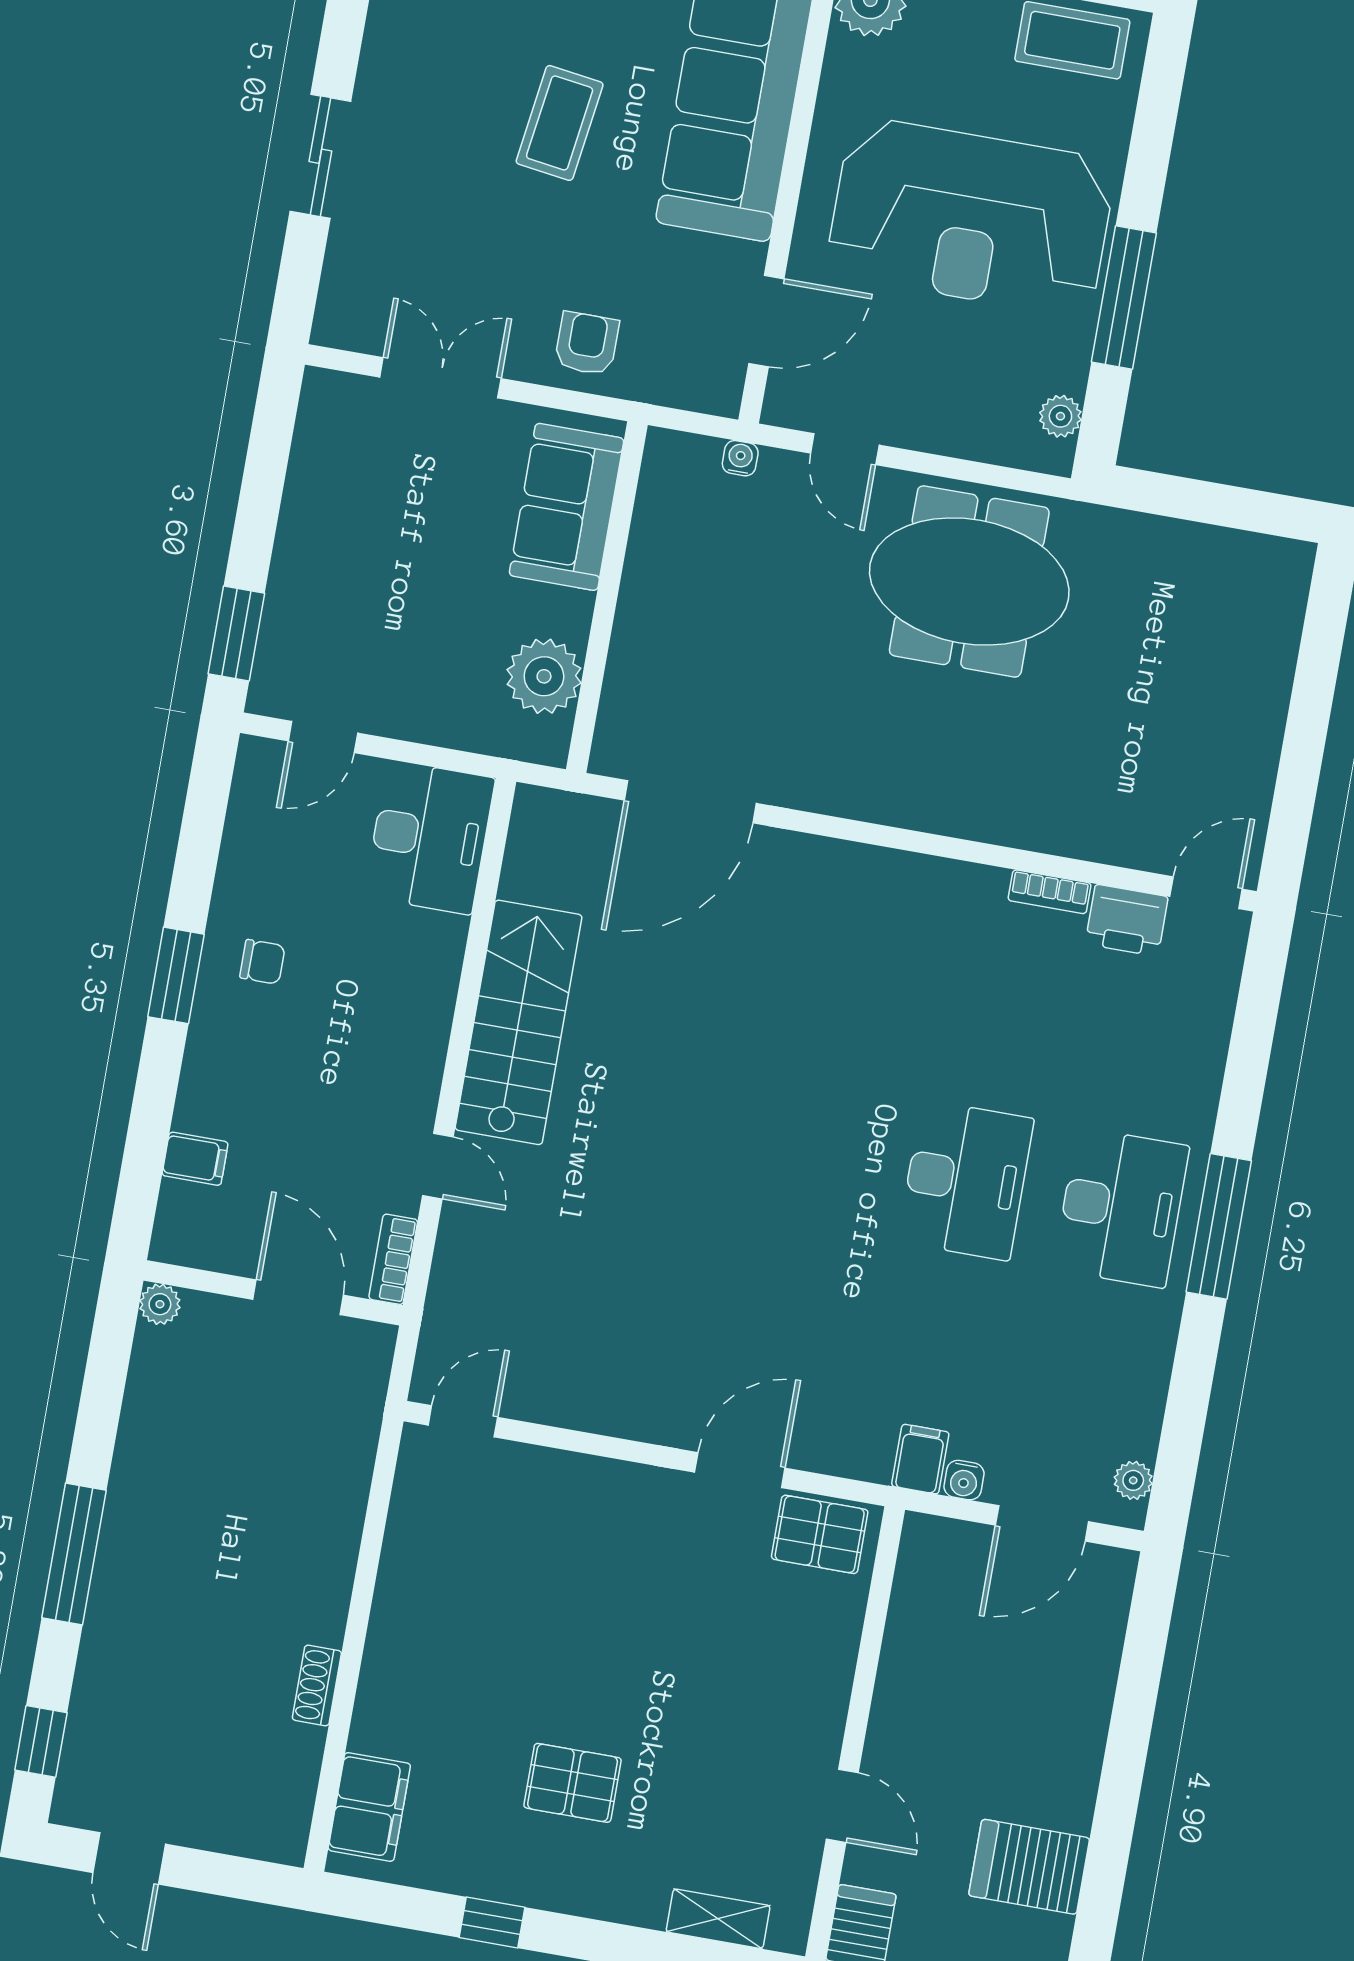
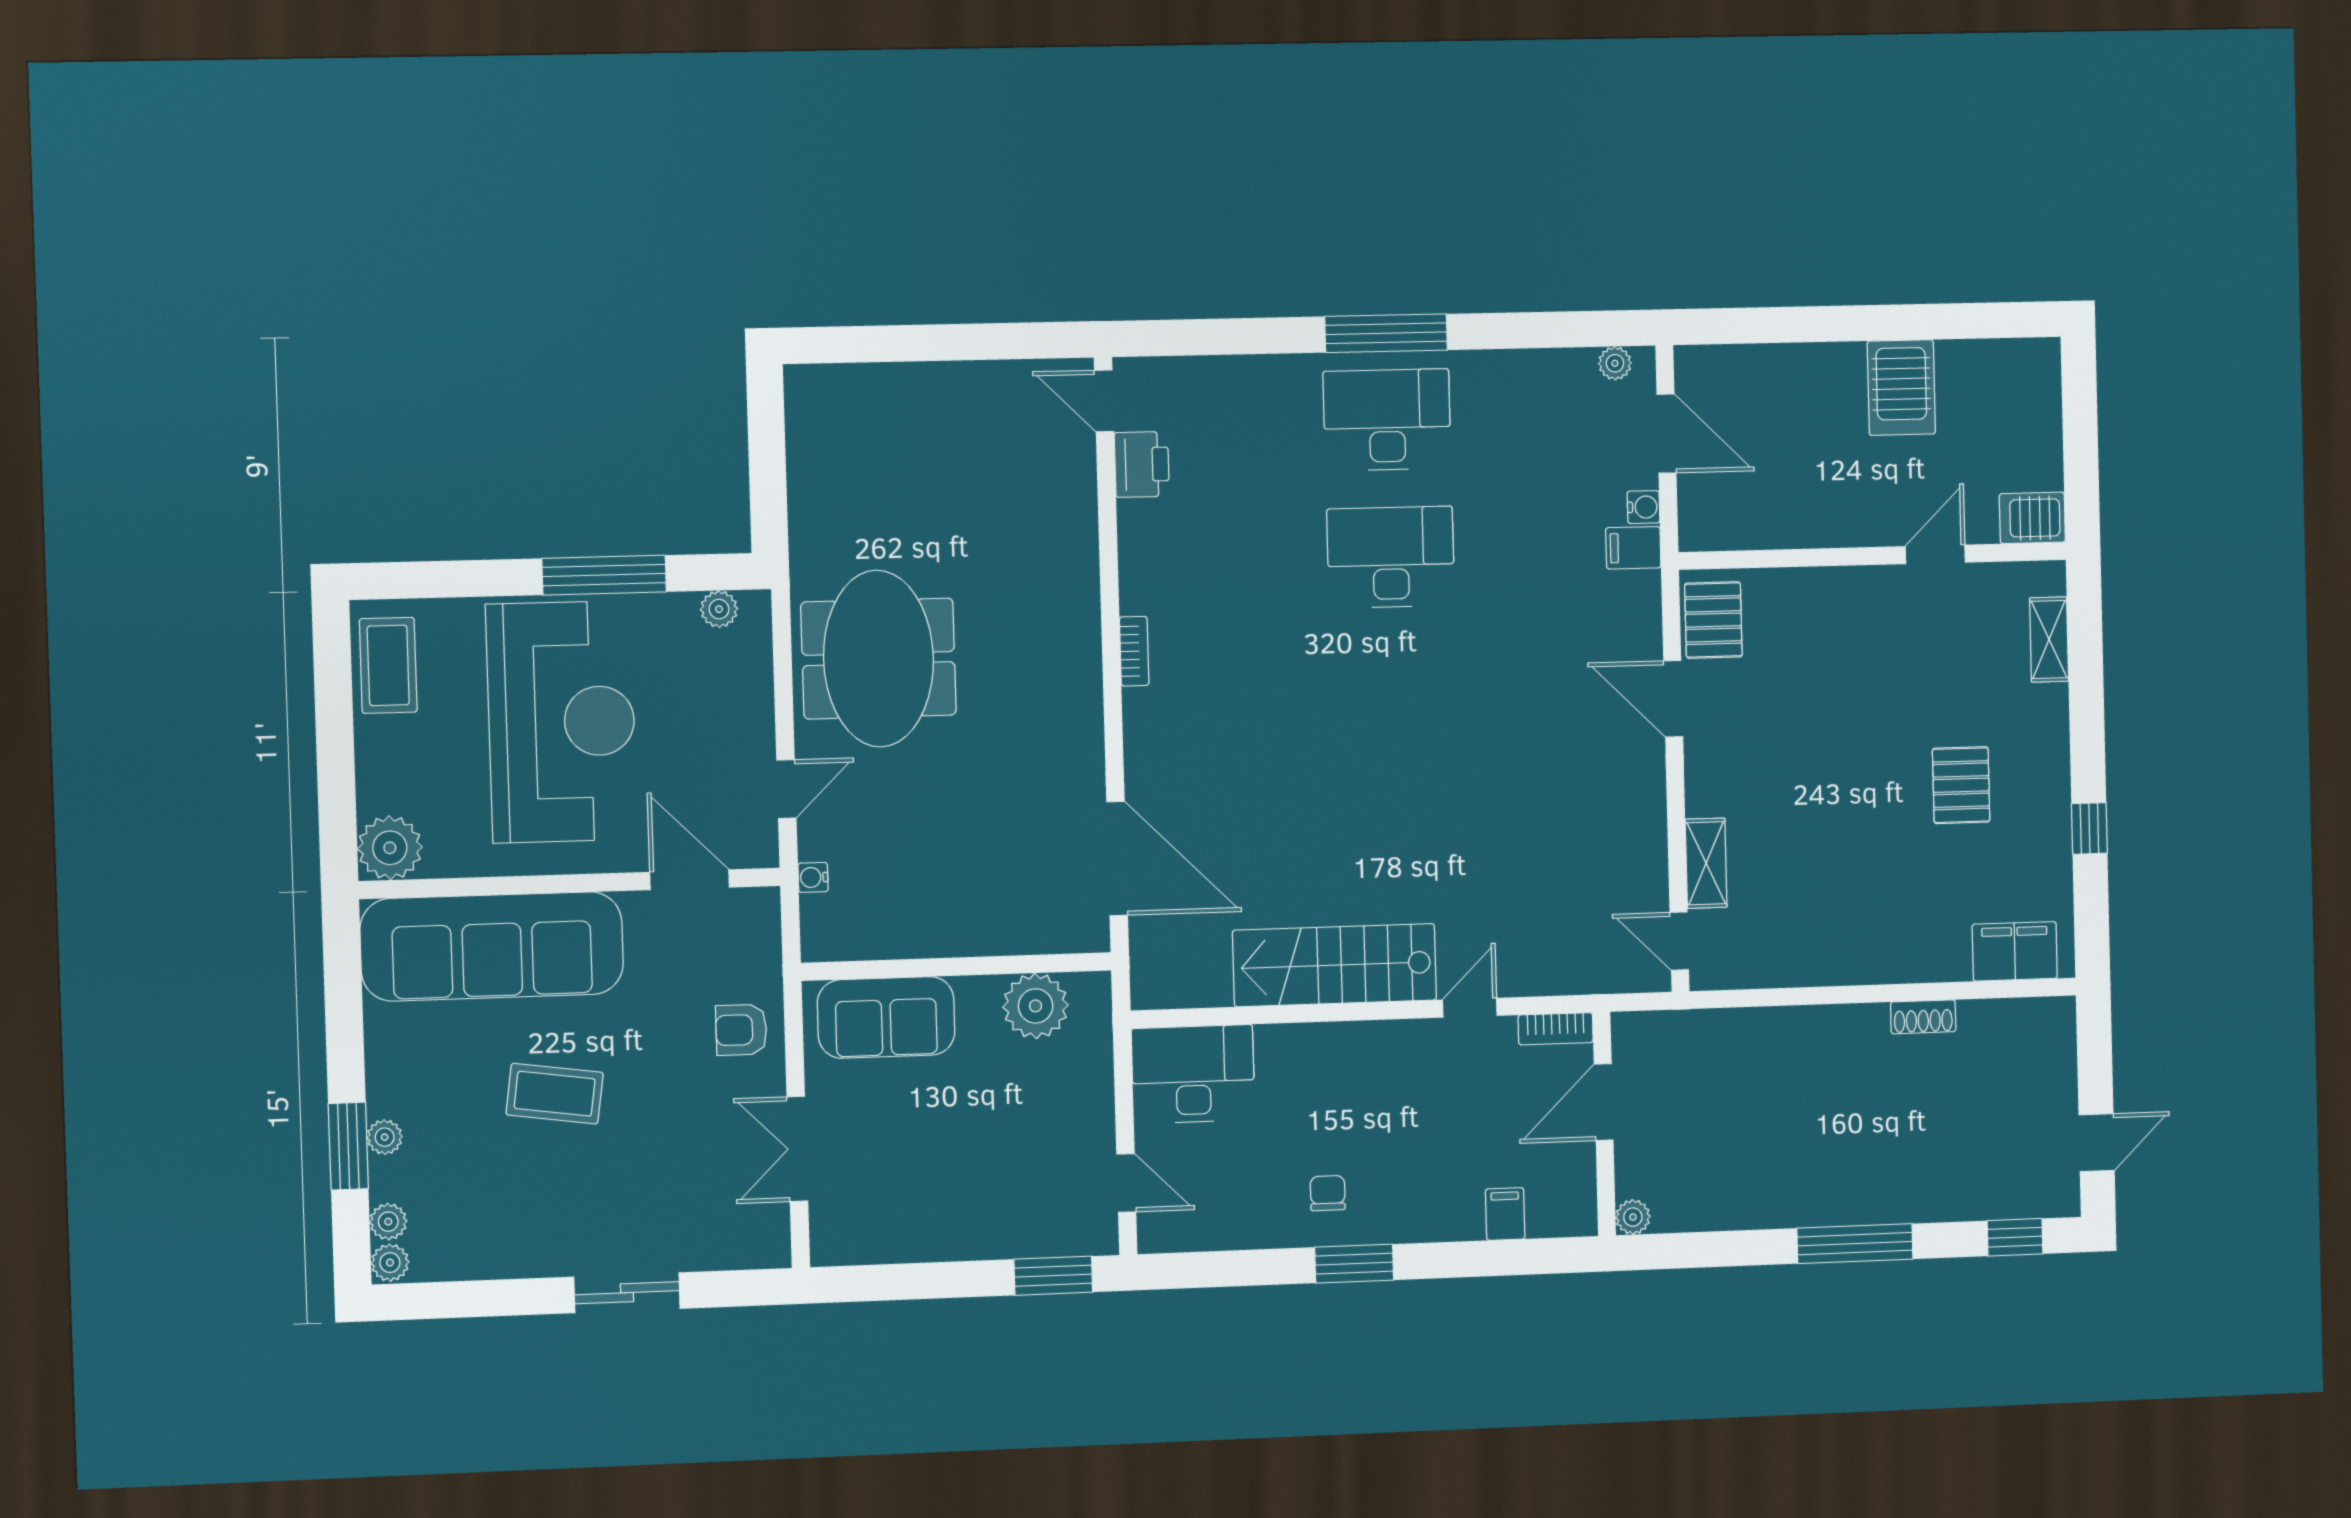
bookcase: (1050, 892) -> (1134, 651), moved
shelving: (545, 1470) -> (1706, 863), added
server rack: (1029, 1867) -> (1901, 388), moved

